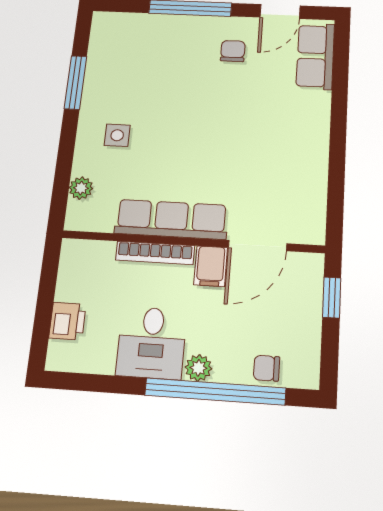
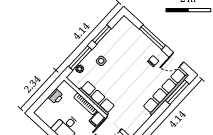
row of seats: (315, 56) -> (165, 92), width x2.02
window: (340, 72) -> (177, 92), added
window: (64, 165) -> (80, 58), added
printer: (67, 321) -> (56, 97), moved

